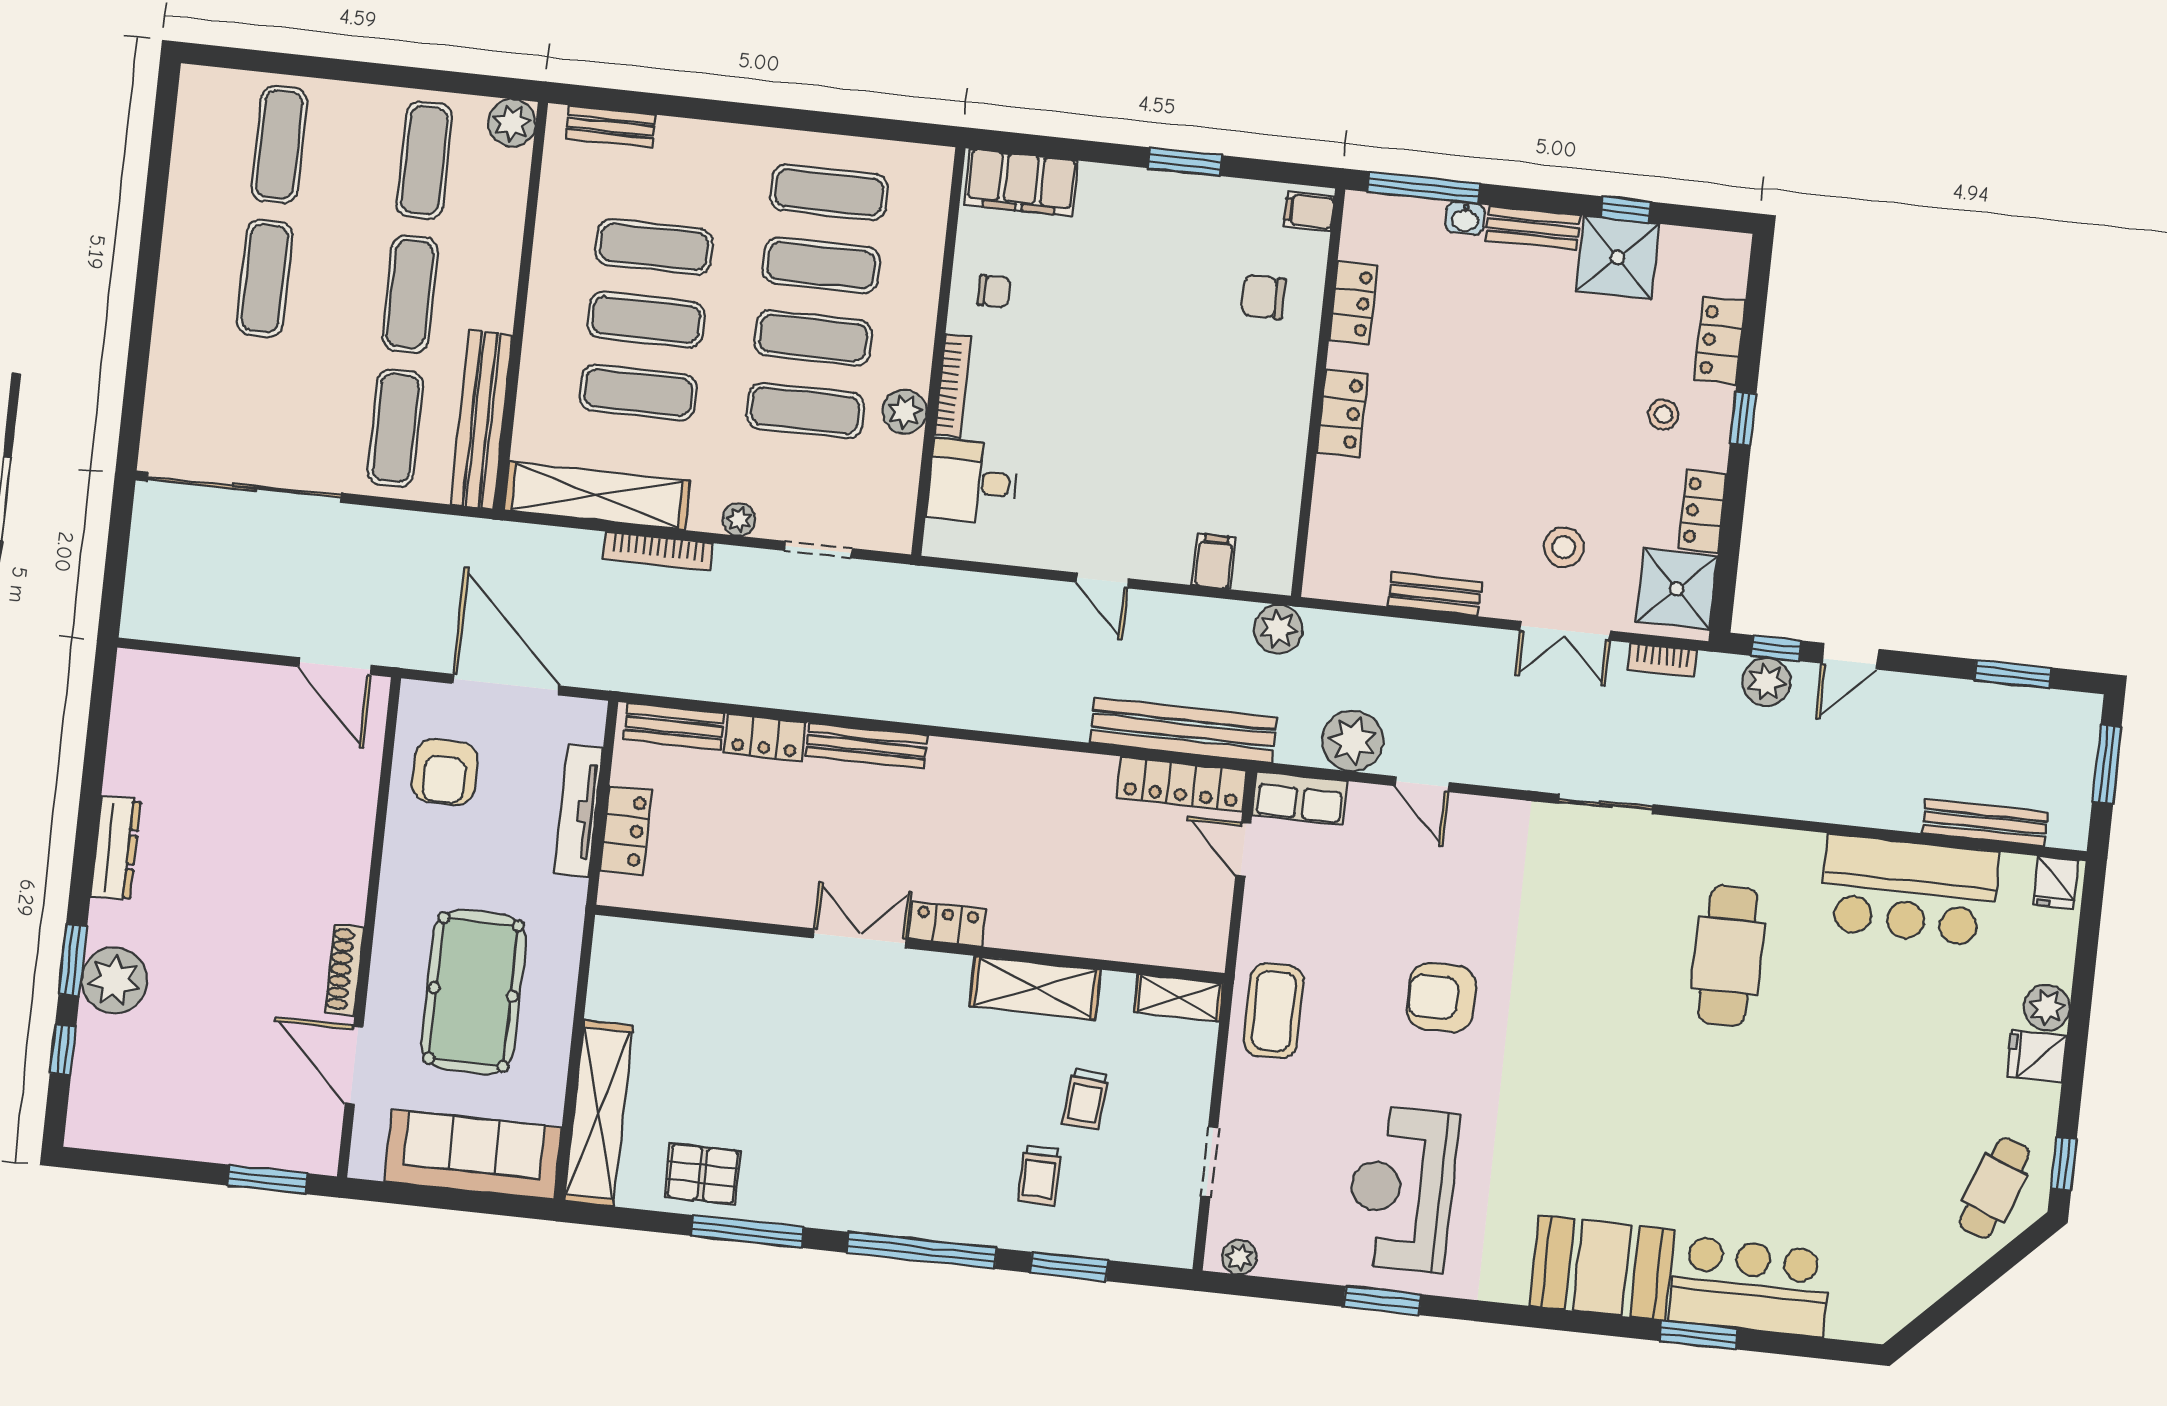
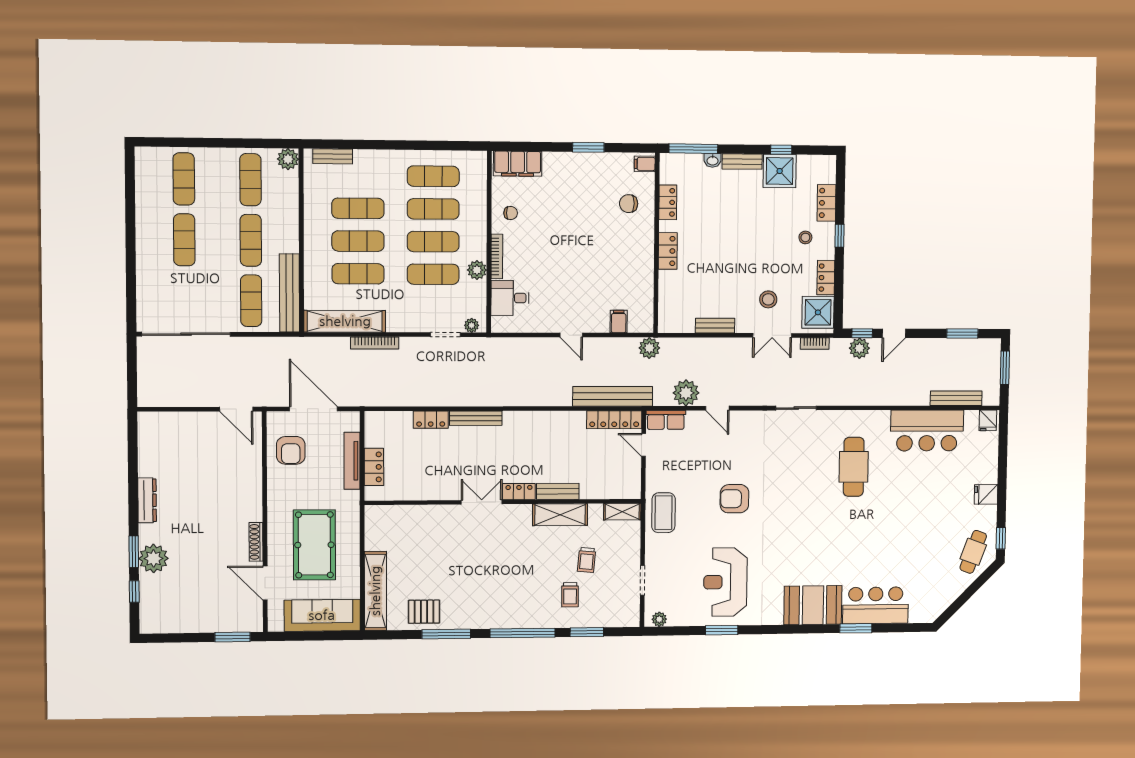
plant: (739, 519) -> (472, 325), moved
bench: (674, 727) -> (558, 491), moved
plant: (2047, 1007) -> (988, 473), removed

